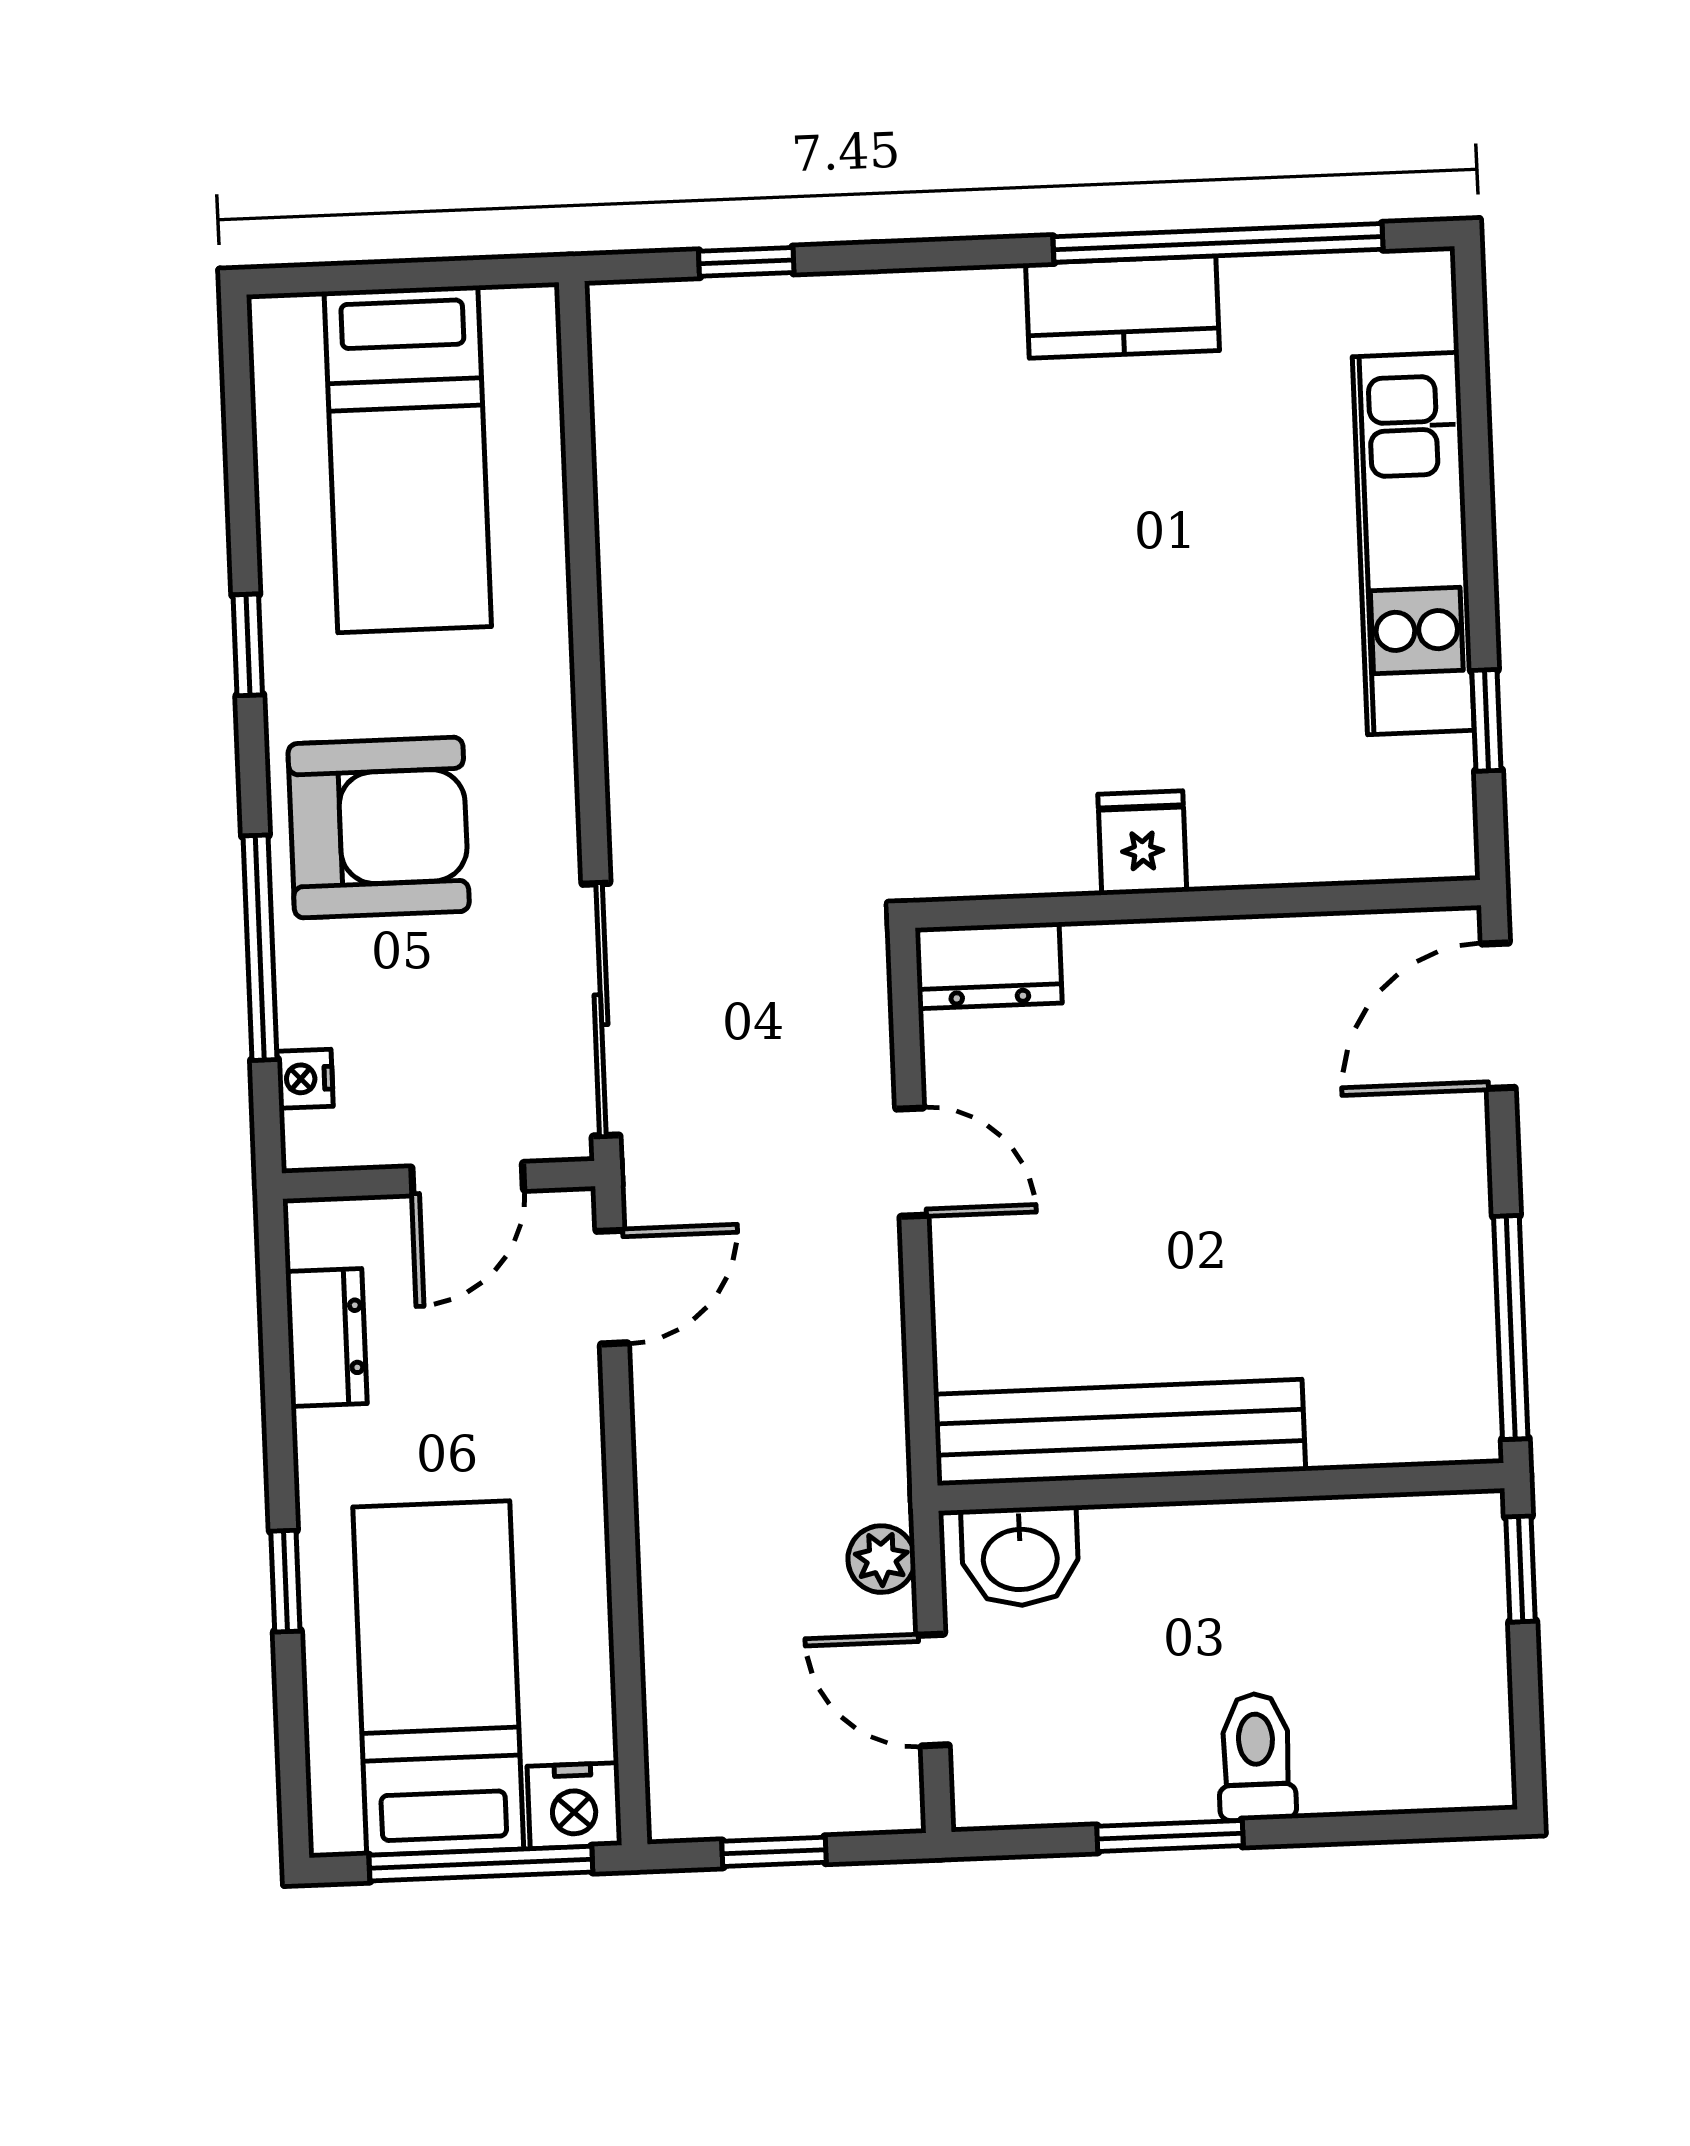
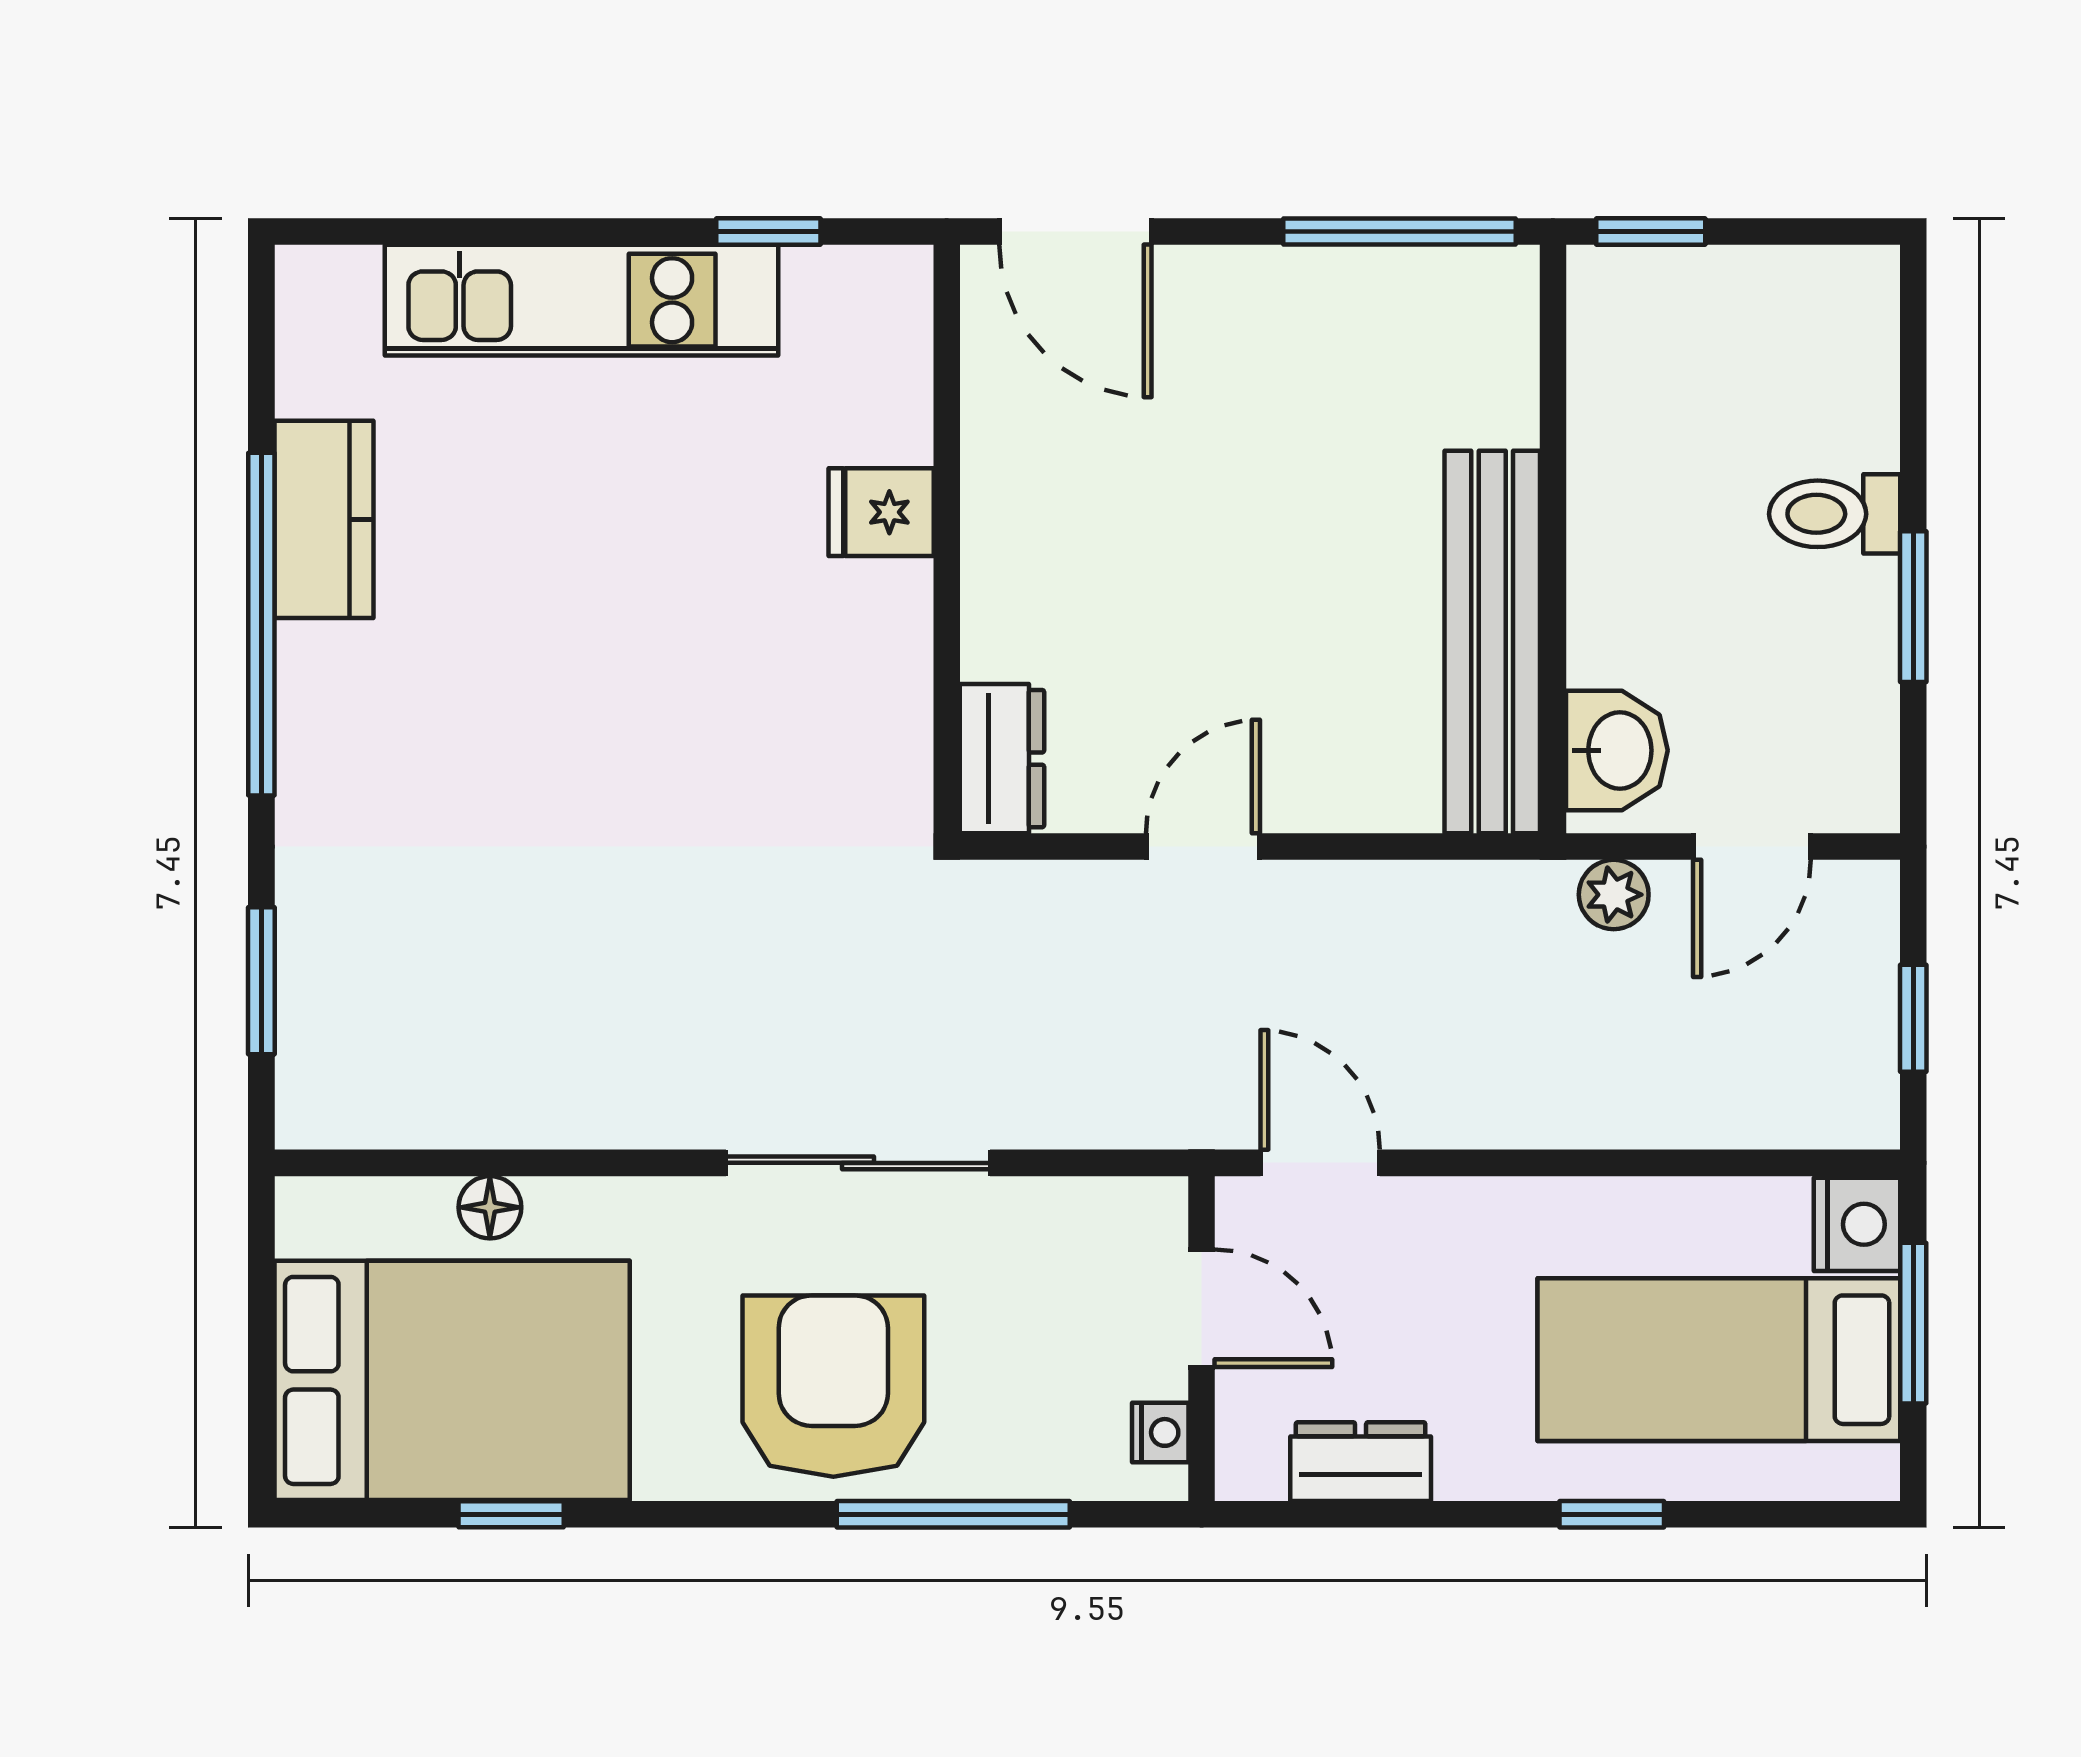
window: (1218, 243) -> (261, 624), moved
window: (746, 262) -> (261, 981), width x1.50
kitchen counter: (1122, 307) -> (324, 519), moved
bed: (408, 459) -> (452, 1380), width x1.50
floor lamp: (537, 490) -> (490, 1207), added
window: (248, 645) -> (511, 1514), moved
fridge: (1142, 843) -> (881, 512), moved
sliding door: (601, 1010) -> (858, 1163), moved
nightstand: (305, 1079) -> (1160, 1432), moved, turned -90
window: (481, 1864) -> (1913, 1323), width x0.69

